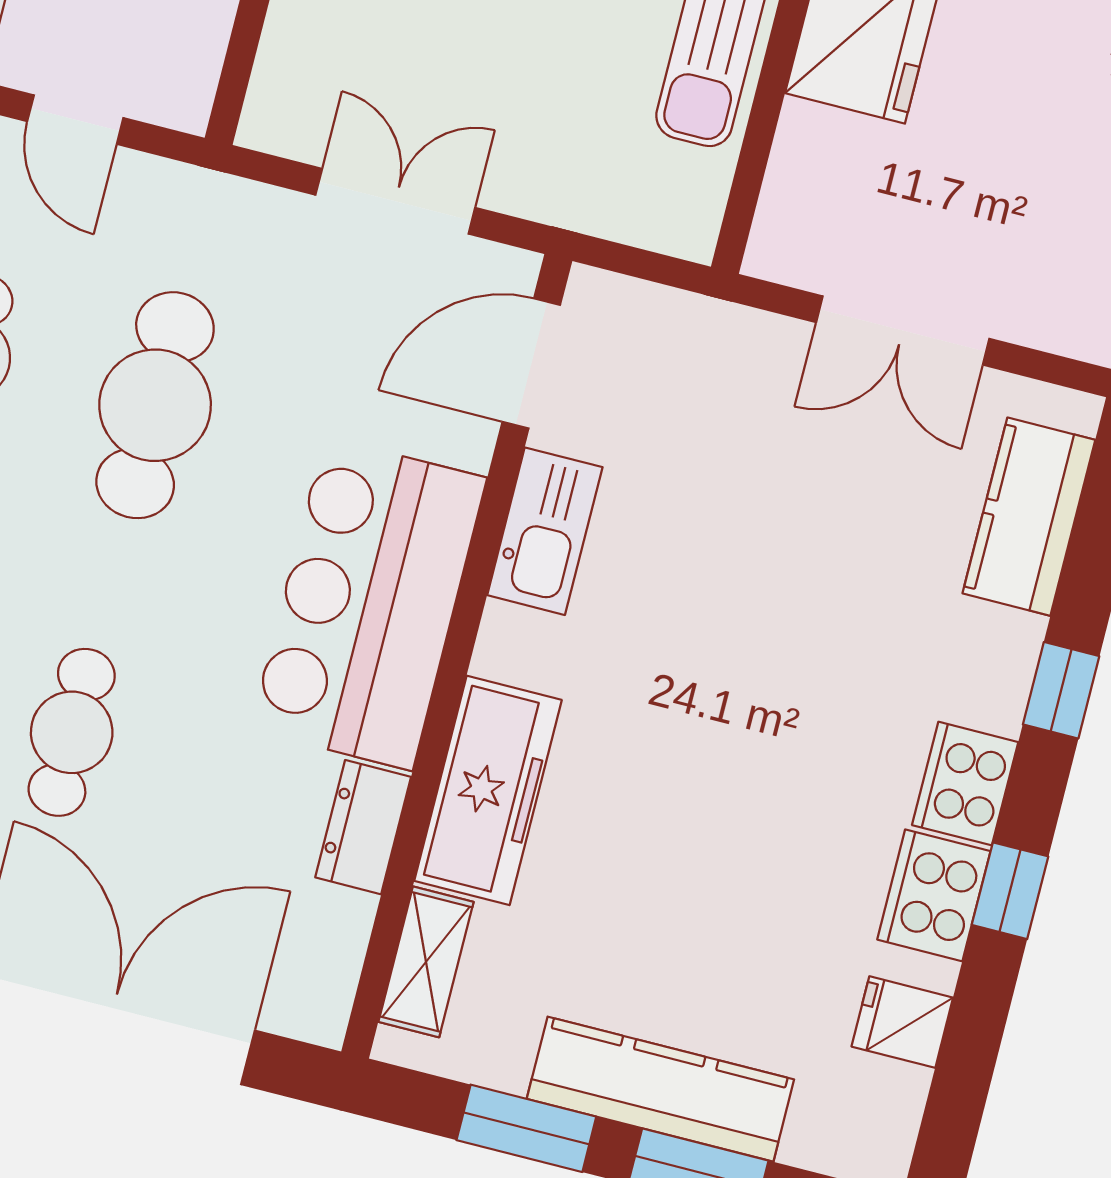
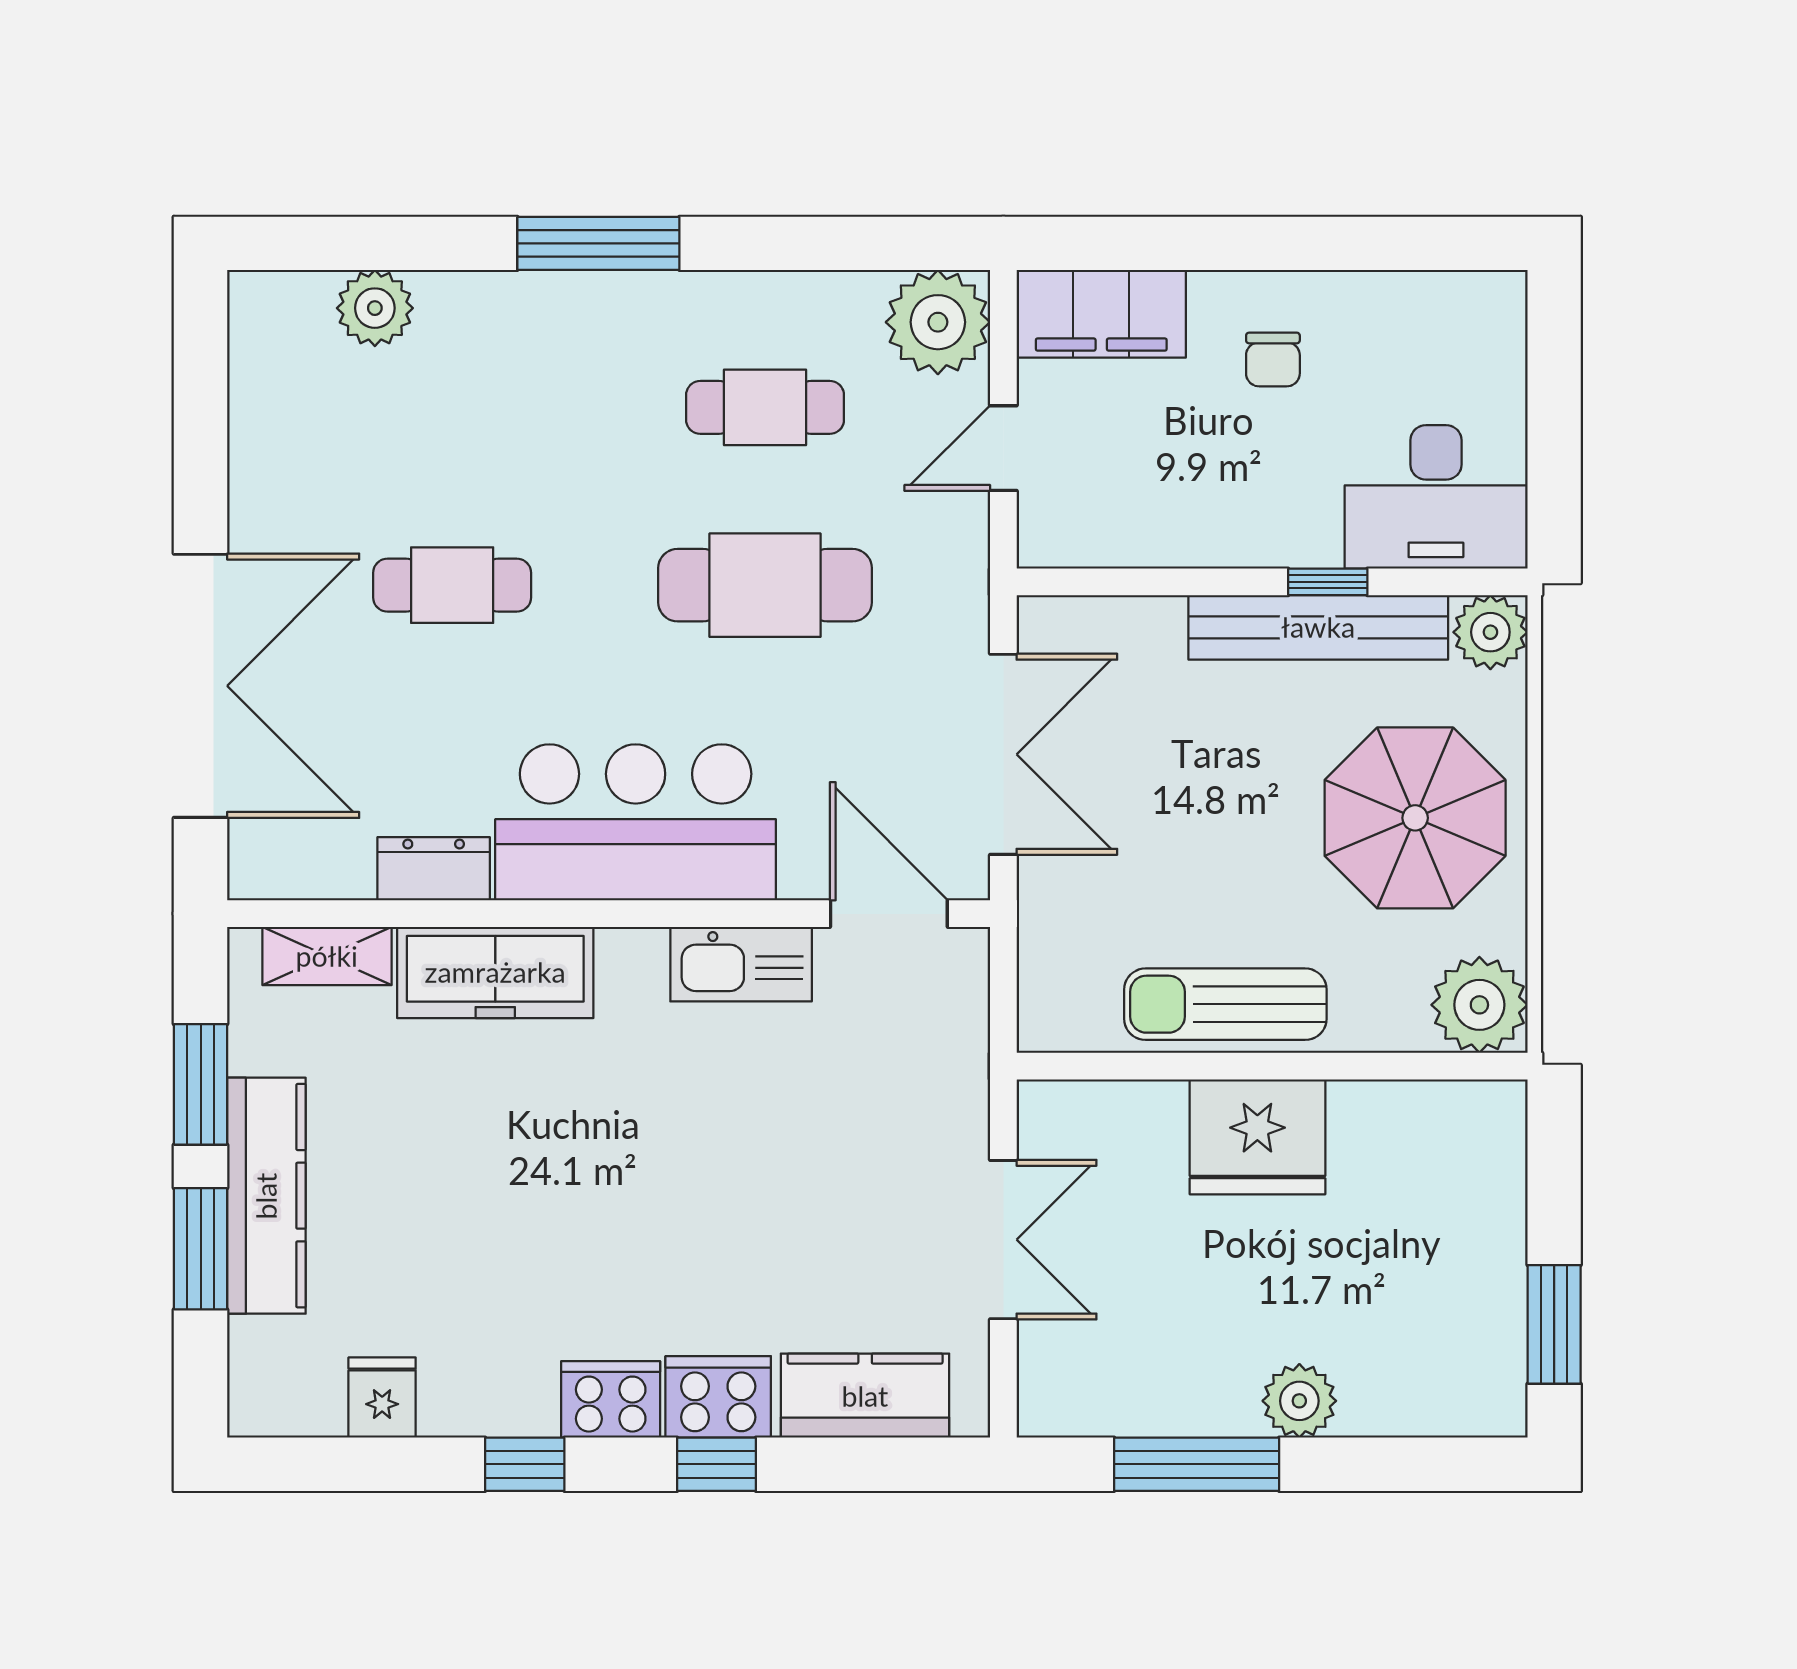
double door: (395, 201) -> (1003, 754), width x1.37
double door: (903, 331) -> (1003, 1240), swing flipped
cooker: (934, 895) -> (718, 1397), moved

